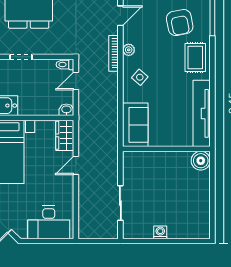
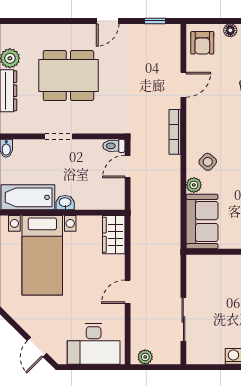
plant: (129, 50) -> (194, 185), moved
washbasin: (66, 110) -> (65, 203), moved
door: (76, 165) -> (128, 292), moved
plant: (90, 233) -> (145, 357), added

